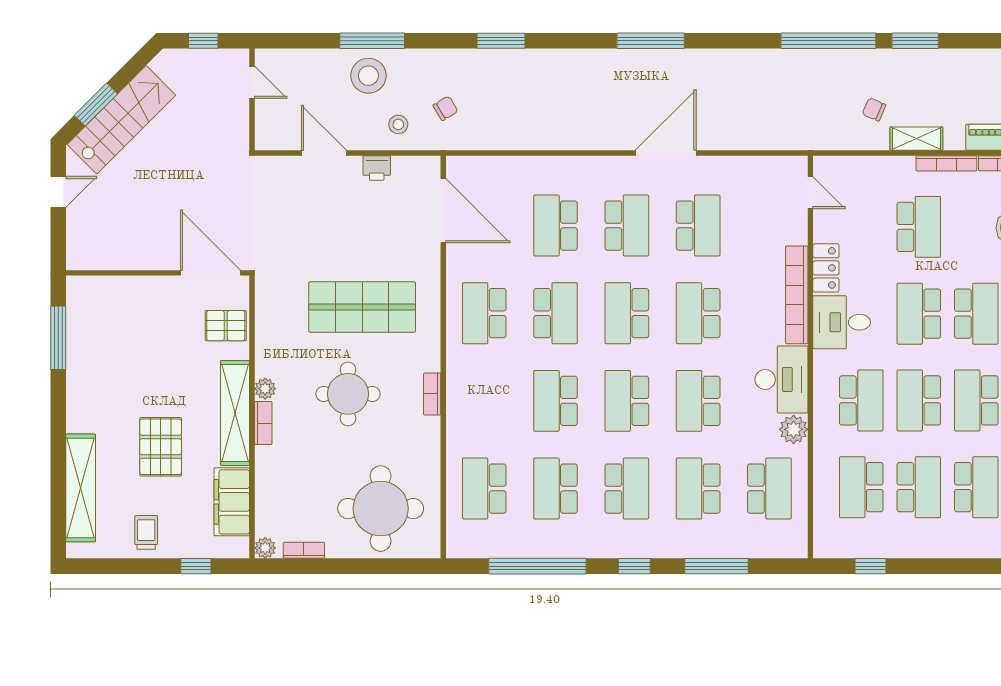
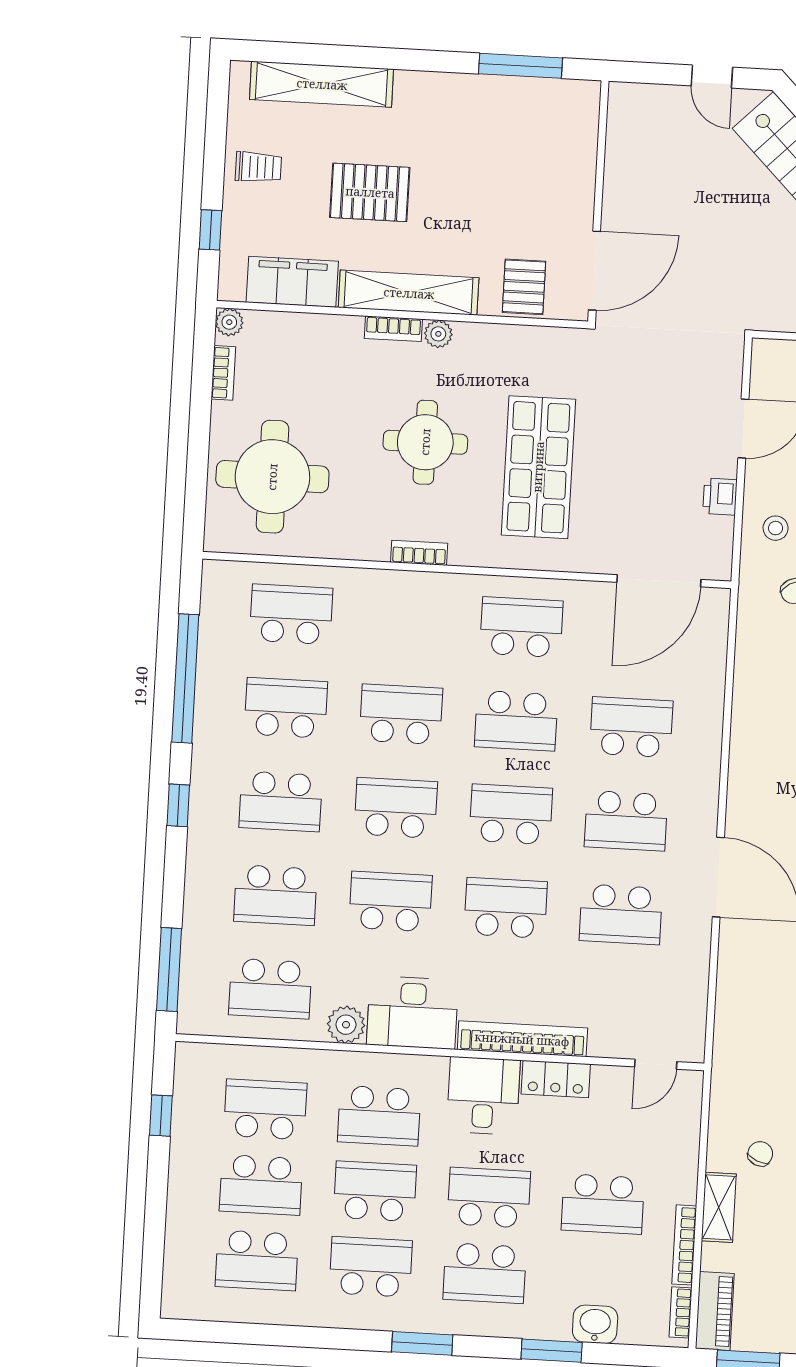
school desk: (698, 489) -> (275, 895), turned 180
window: (717, 566) -> (169, 970), moved

